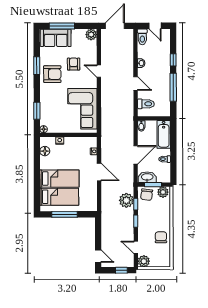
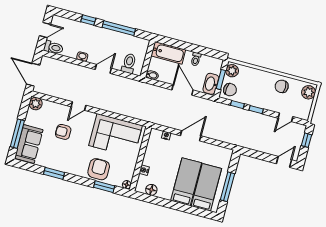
armchair: (52, 74) -> (99, 169), moved
plant: (126, 200) -> (230, 114), removed
plant: (144, 261) -> (309, 92), moved

